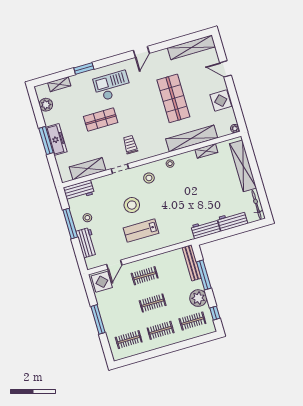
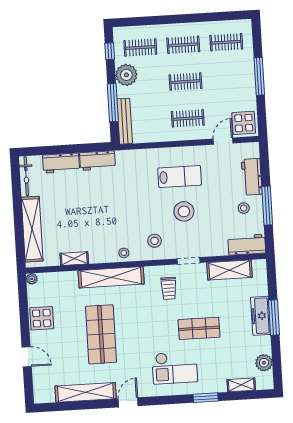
shelving: (192, 47) -> (86, 392), moved
shelving: (192, 138) -> (111, 277), moved

